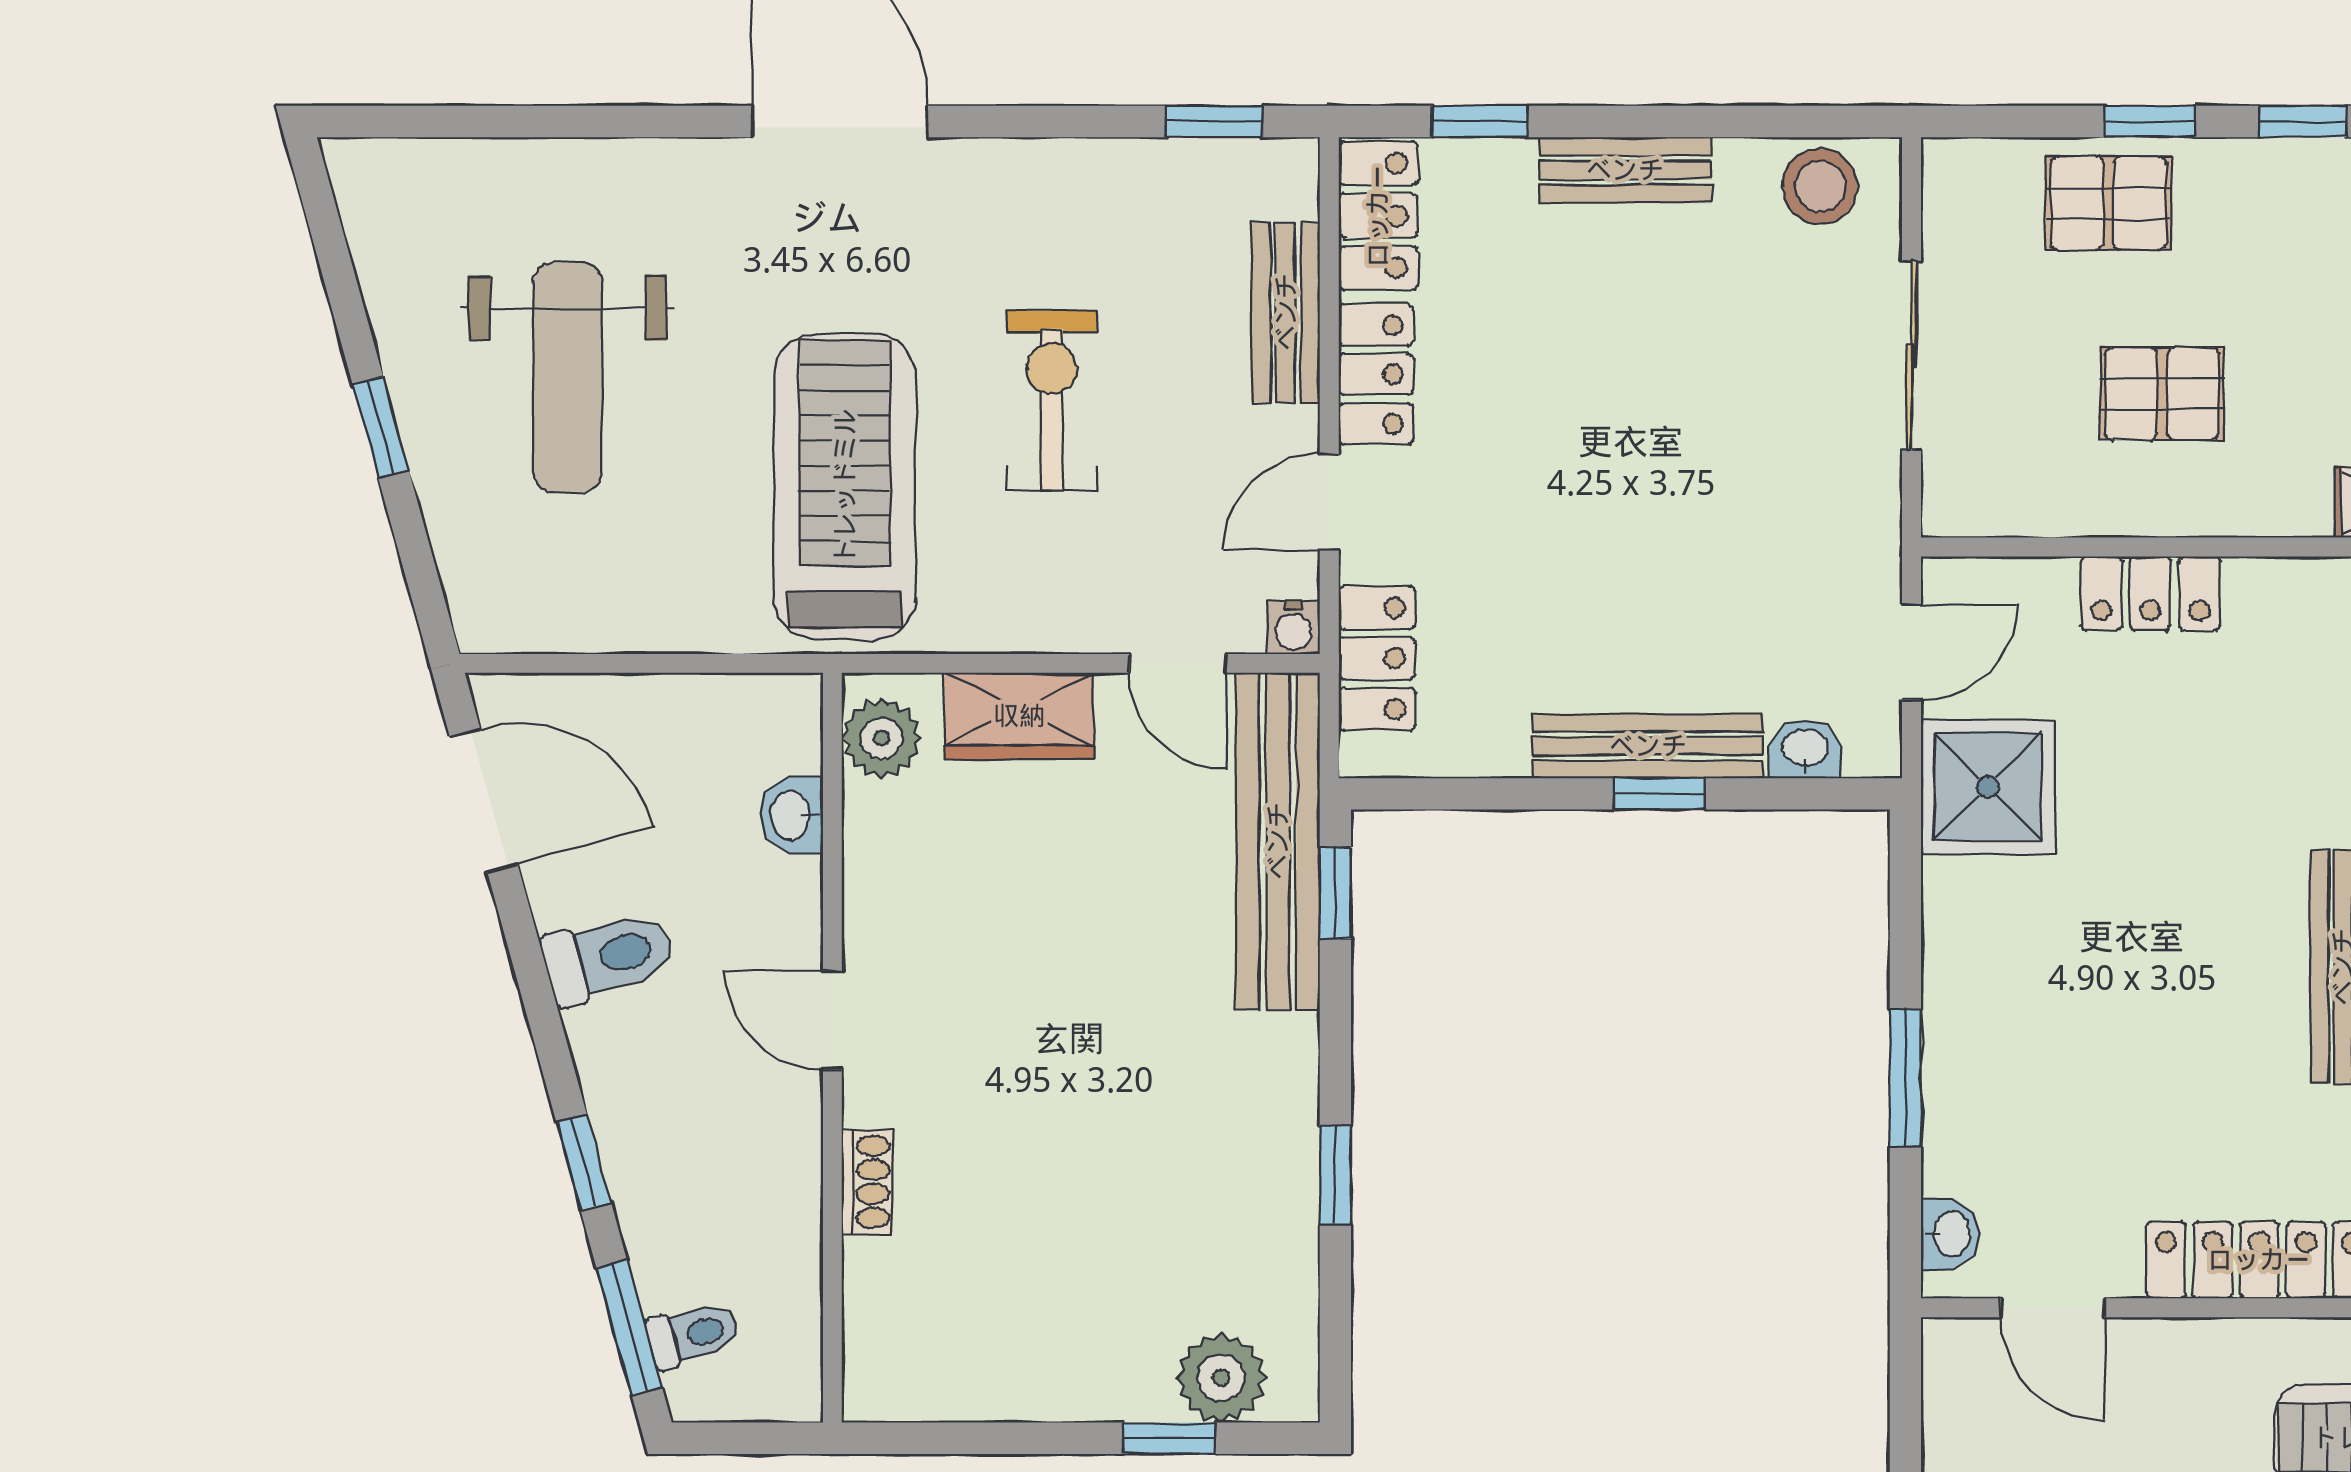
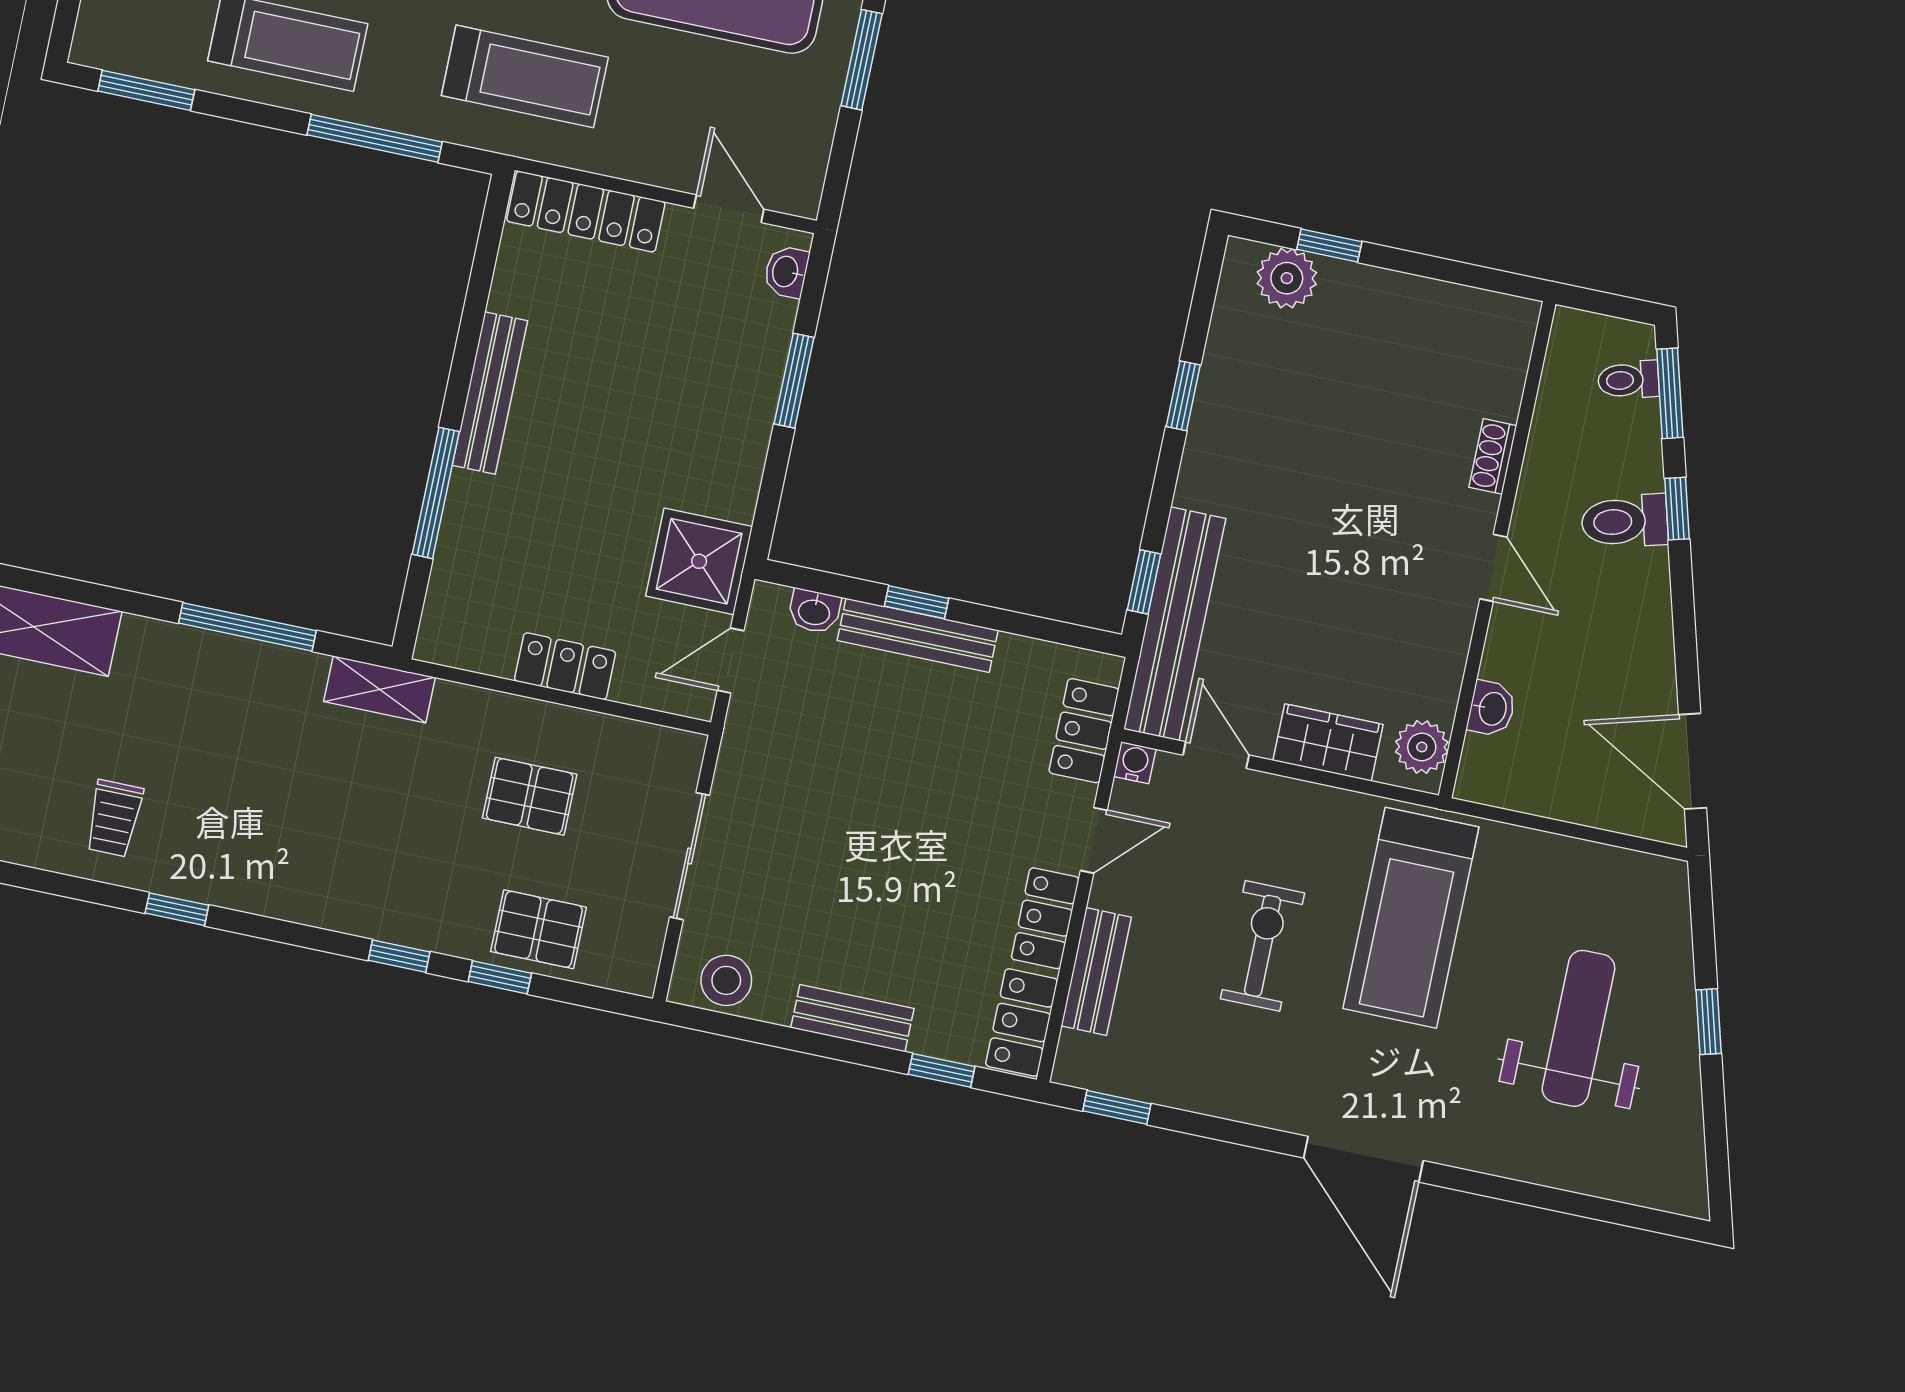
exercise bike: (1052, 401) -> (1263, 946), turned 180
toilet: (609, 957) -> (1625, 521), moved

